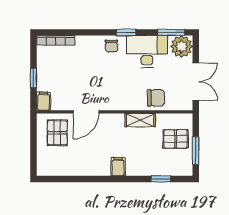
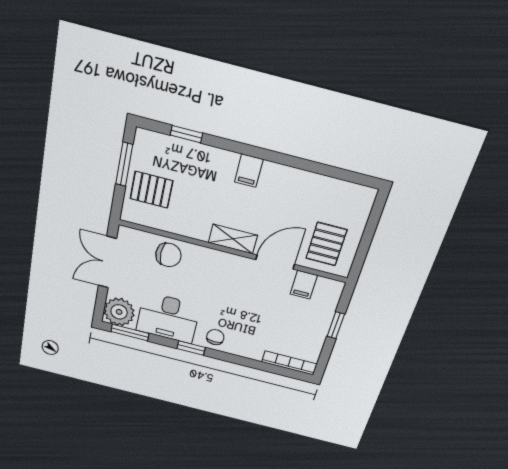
chair: (156, 98) -> (168, 255), turned 180
filing cabinet: (44, 101) -> (304, 285), moved
shelving: (140, 120) -> (233, 239), moved

